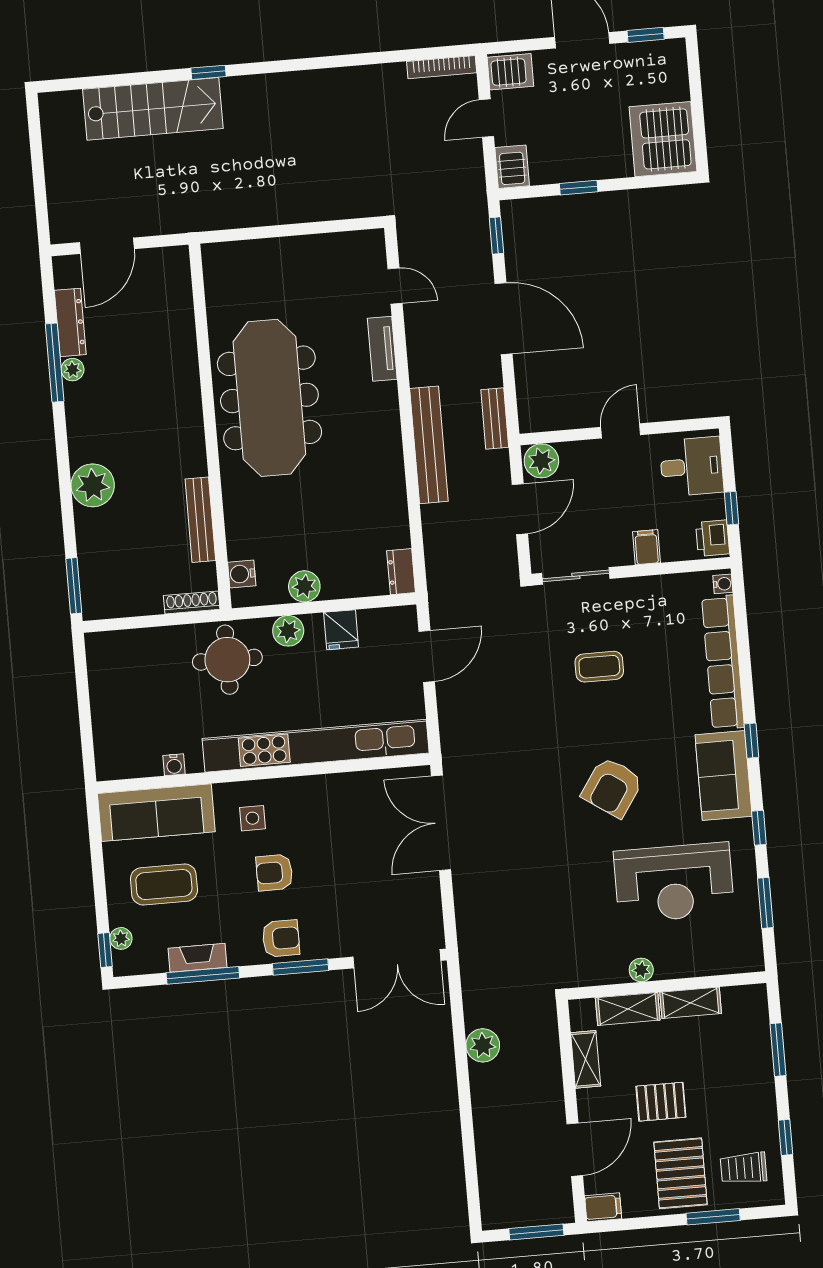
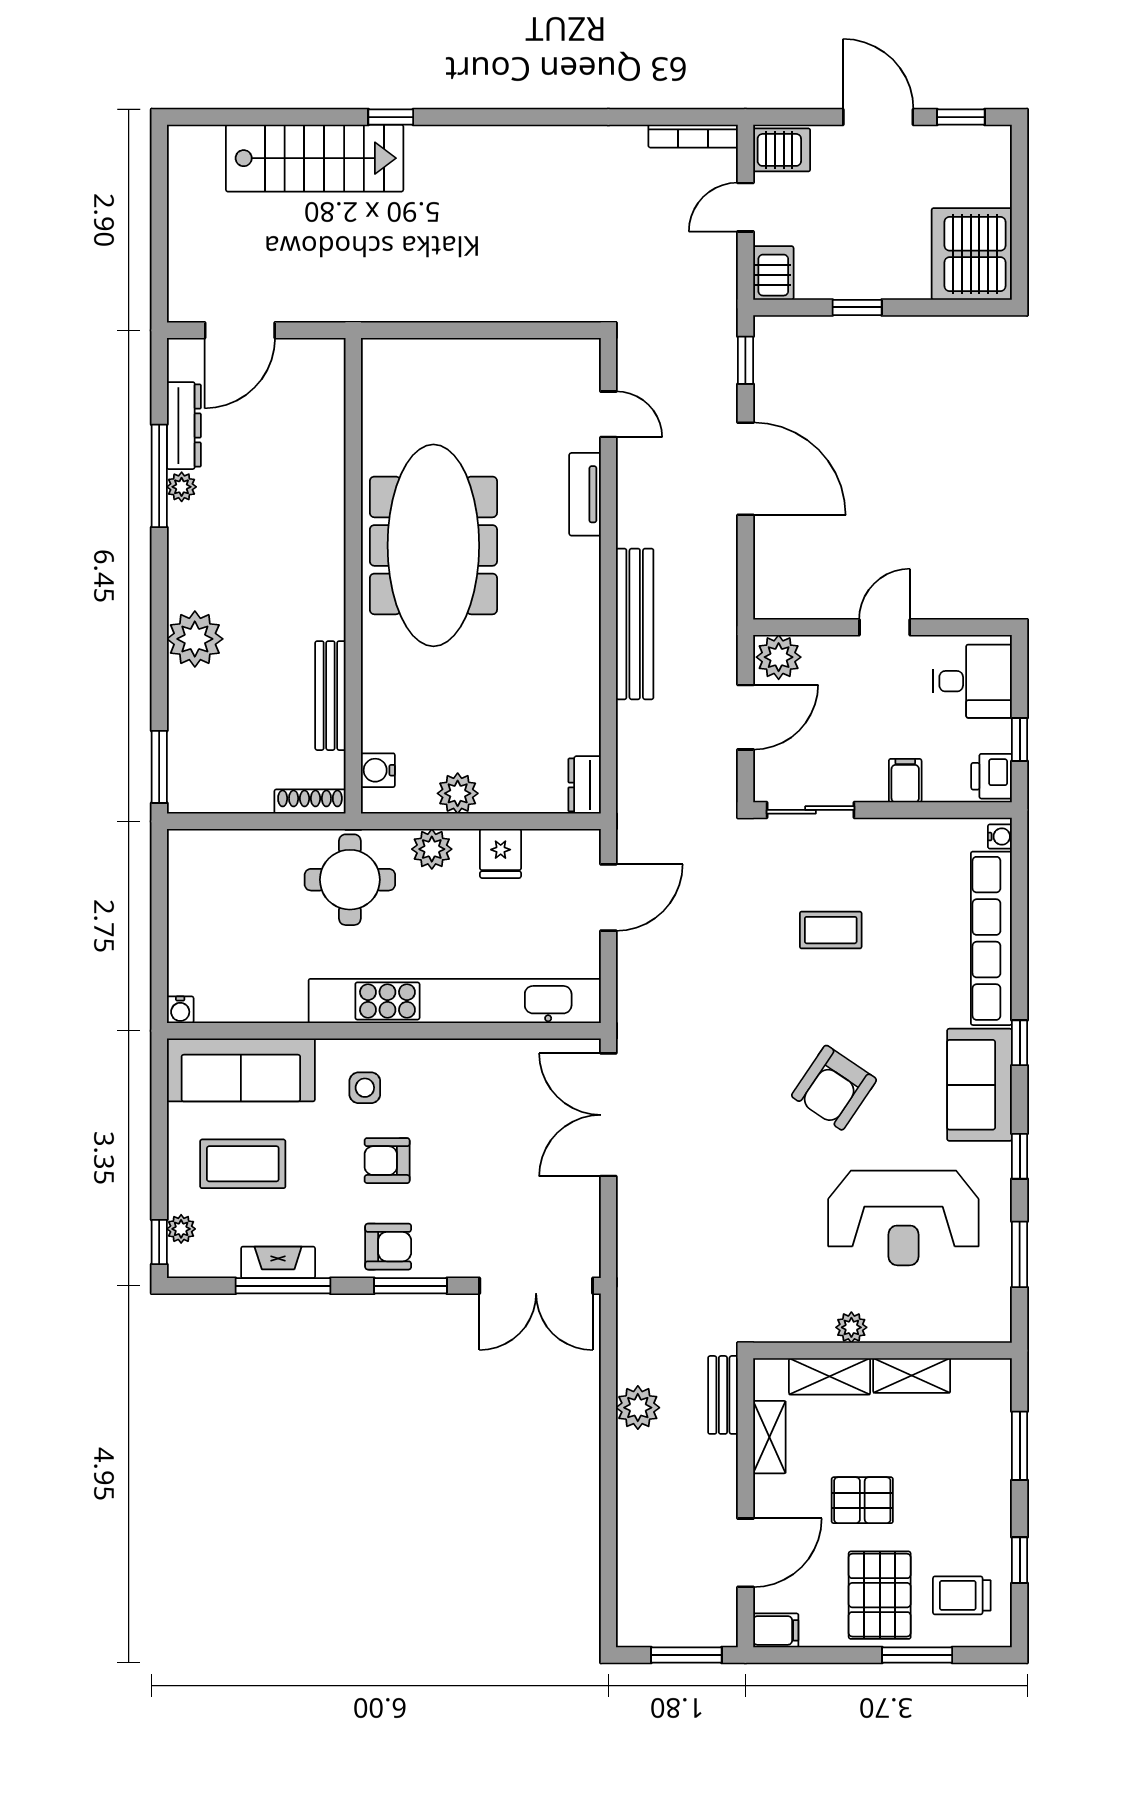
bench: (495, 418) -> (723, 1395), moved
water cooler: (174, 765) -> (180, 1010), moved

